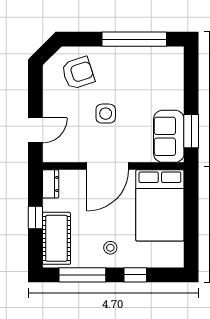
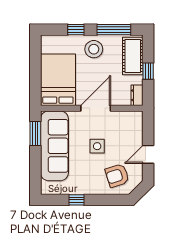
window: (134, 39) -> (76, 200), width x0.32
door: (35, 130) -> (148, 154), moved
sofa: (169, 136) -> (54, 146), width x1.85, depth x1.27
stool: (110, 248) -> (94, 49), width x1.89, depth x1.89

